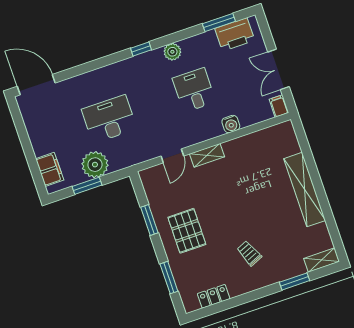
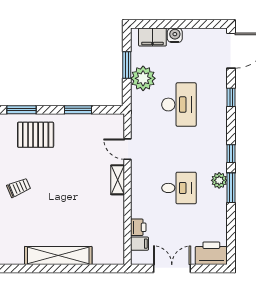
window: (219, 22) -> (231, 188), moved
printer: (235, 34) -> (211, 253), moved, turned 90
window: (84, 68) -> (231, 97), added
filing cabinet: (279, 106) -> (140, 244), moved
printer: (248, 118) -> (138, 227), added
water cooler: (231, 124) -> (175, 35), moved, turned 90
pallet: (187, 231) -> (36, 135), moved

